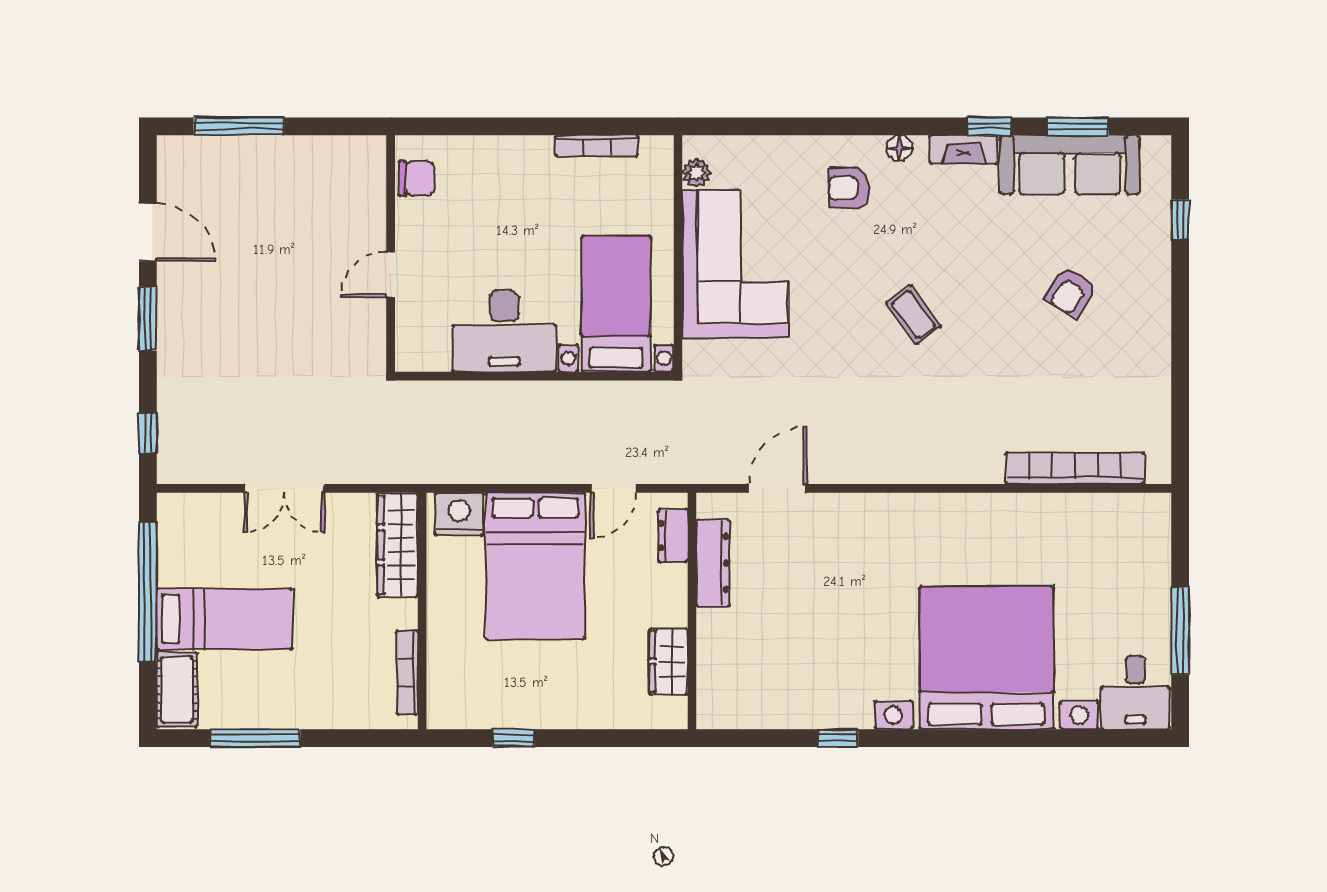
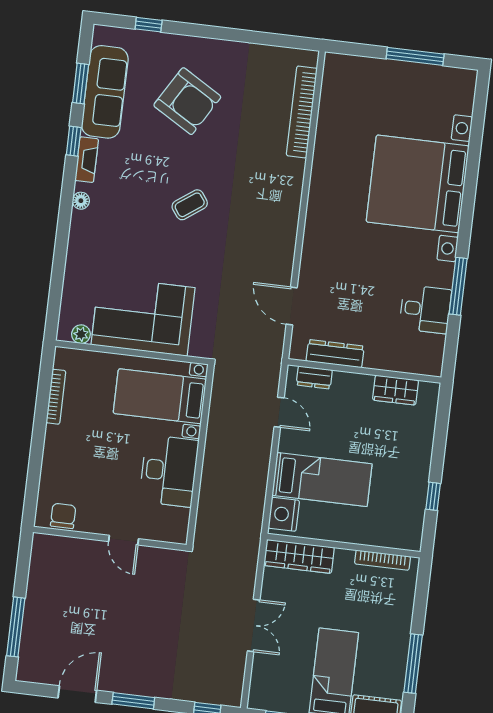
armchair: (849, 188) -> (103, 237), removed
armchair: (1071, 292) -> (187, 101), width x1.88, depth x1.88
bed: (535, 566) -> (322, 480), width x0.67
desk: (1135, 693) -> (425, 309), moved
window: (838, 738) -> (458, 286), width x2.17

